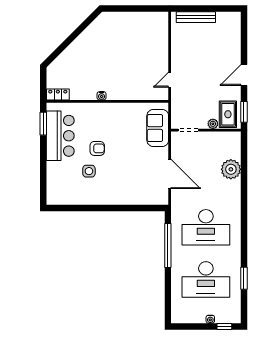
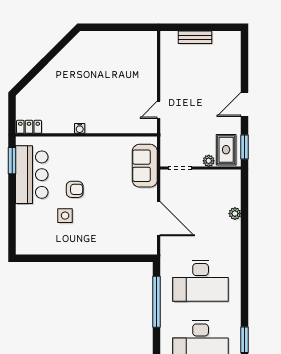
bench: (196, 17) -> (195, 37), width x0.73
plant: (231, 169) -> (235, 214), width x0.53, depth x0.53

